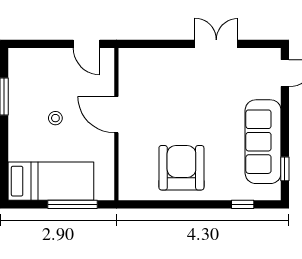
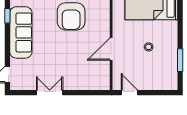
double door: (216, 44) -> (50, 93), swing flipped
door: (116, 115) -> (111, 49), swing flipped

